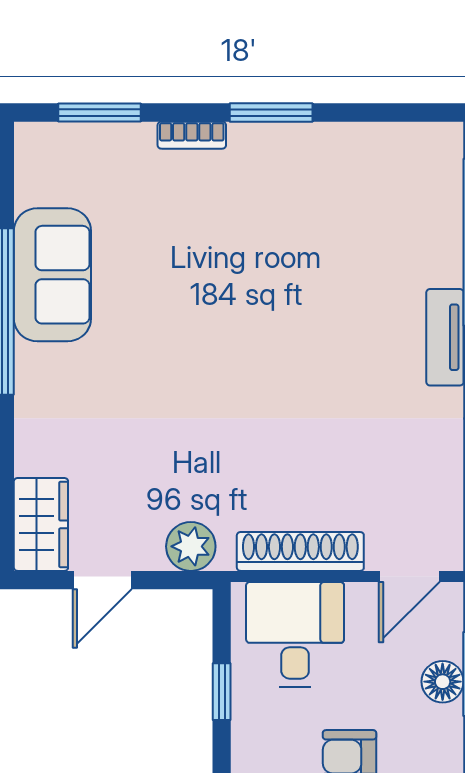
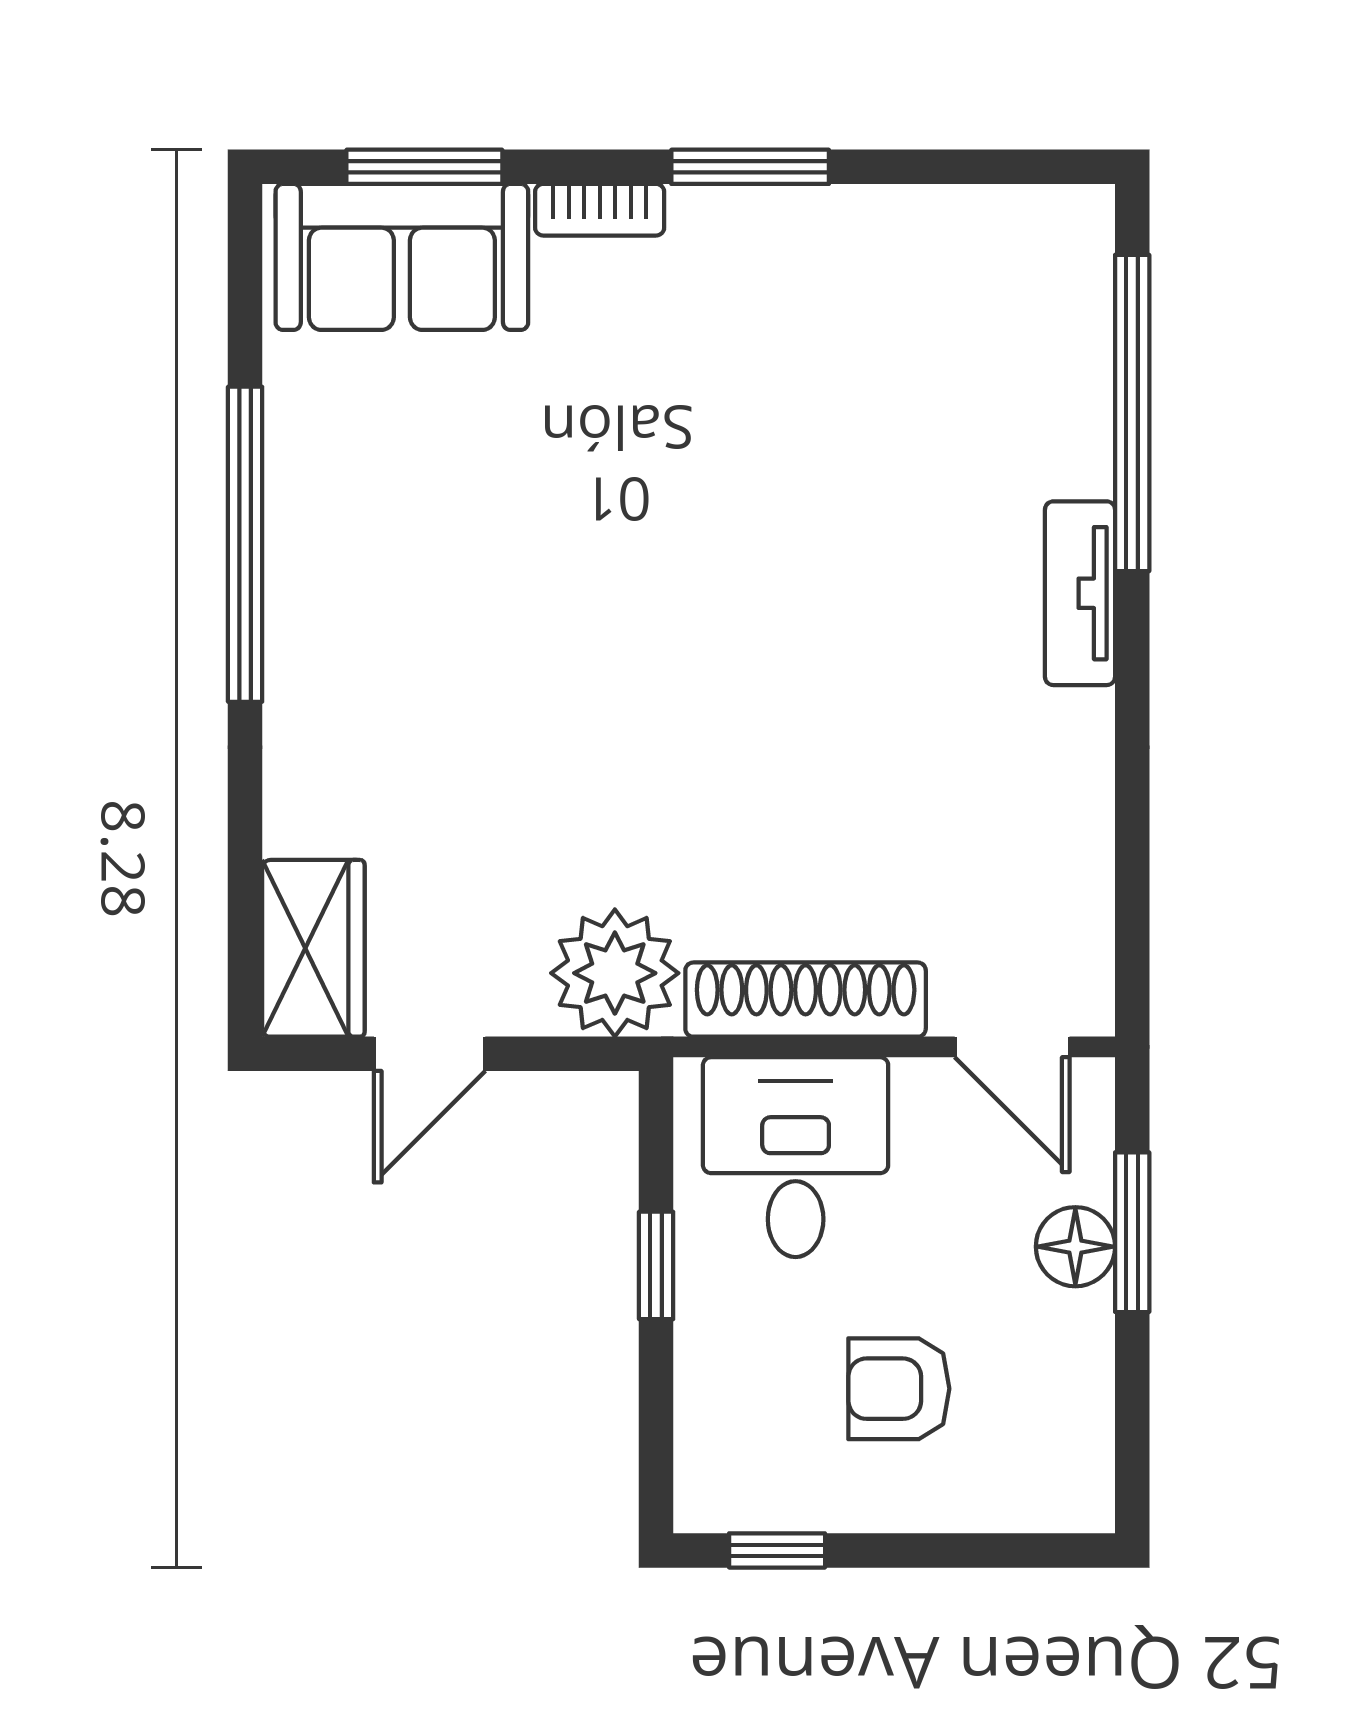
sofa: (52, 275) -> (402, 257), moved, turned 90
plant: (191, 546) -> (615, 973), width x1.36, depth x1.36
door: (409, 576) -> (1012, 1047), hinge flipped

